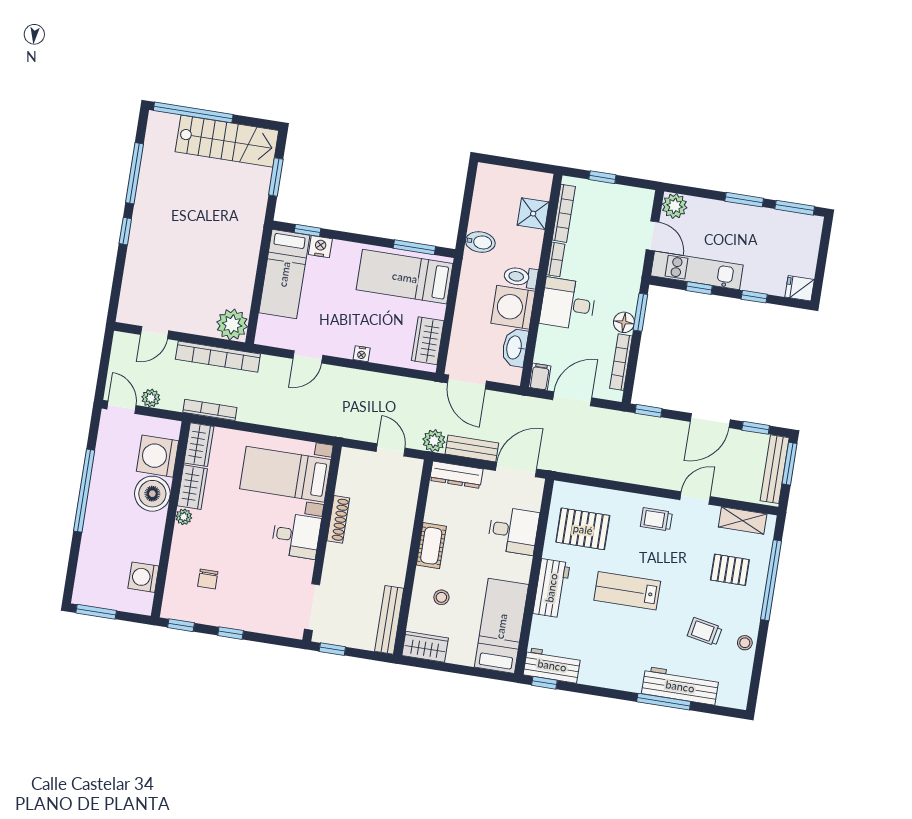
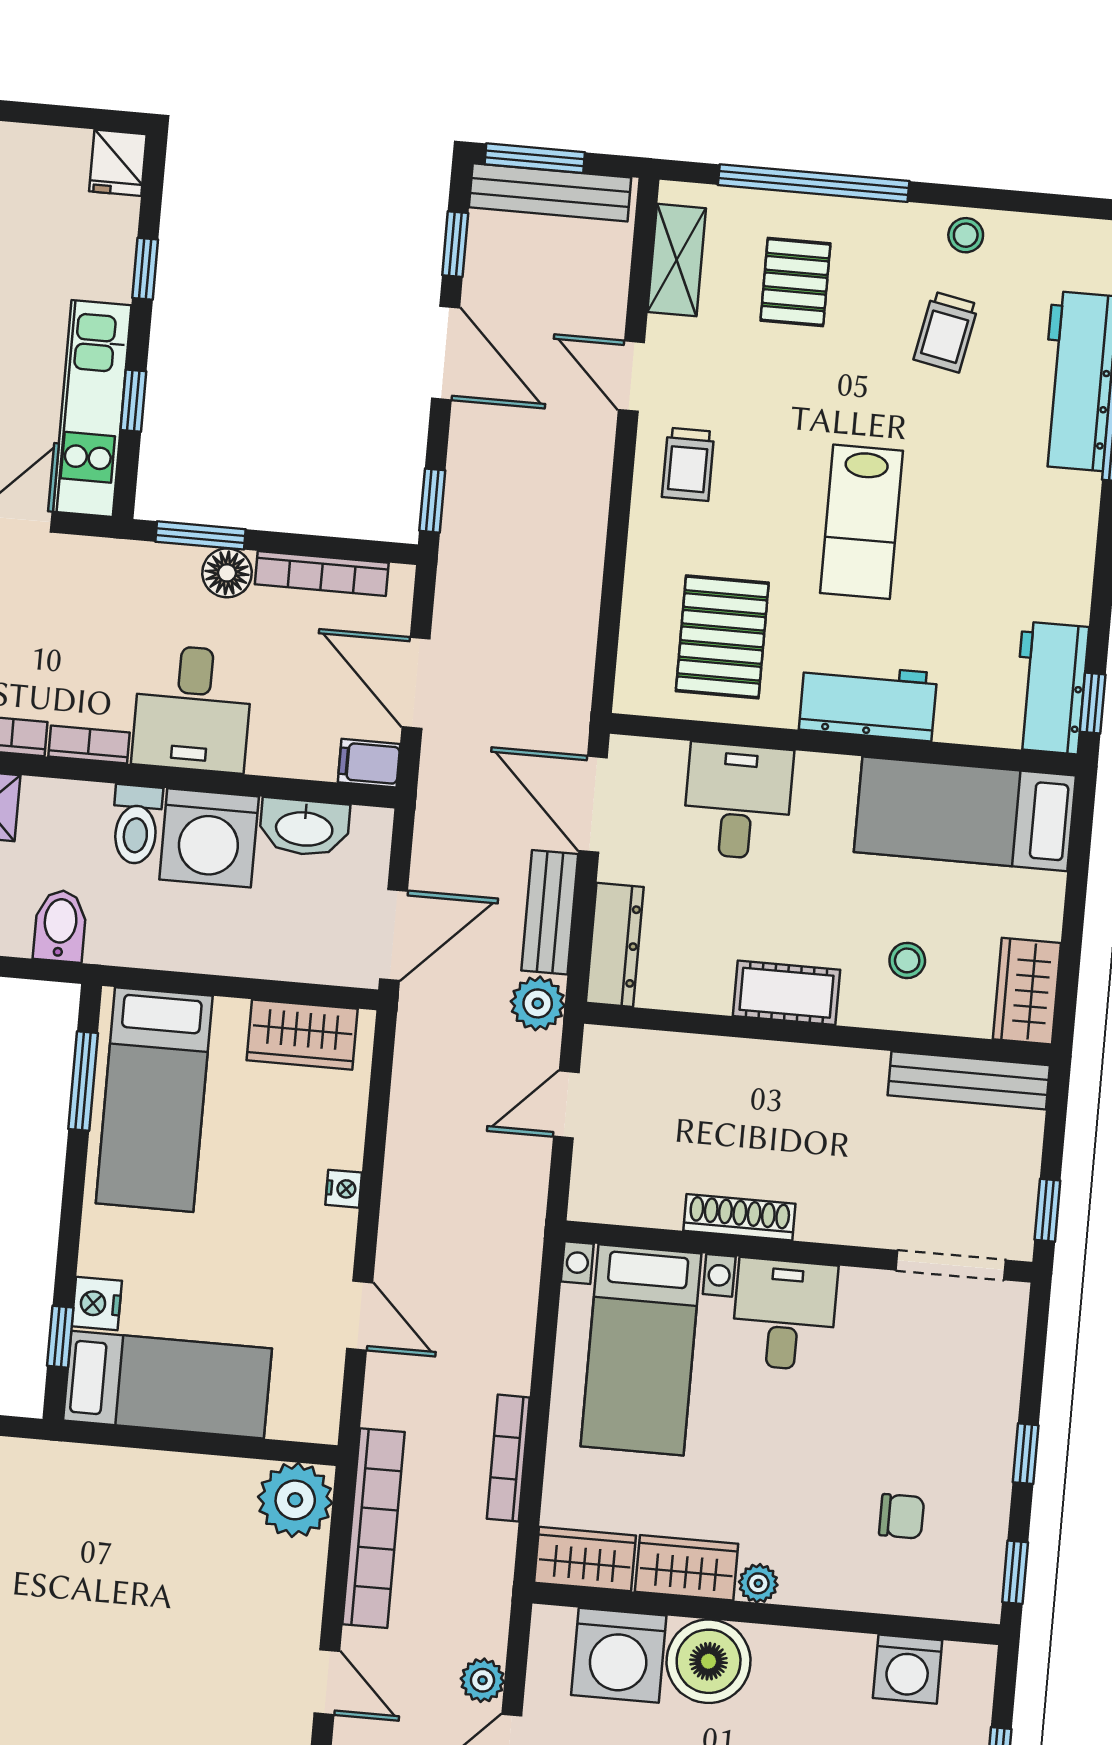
bookcase: (210, 410) -> (508, 1458), moved

